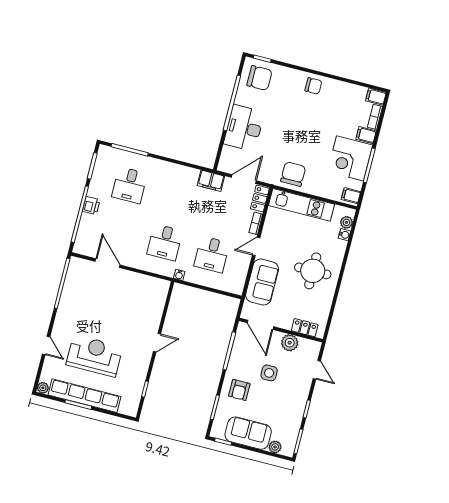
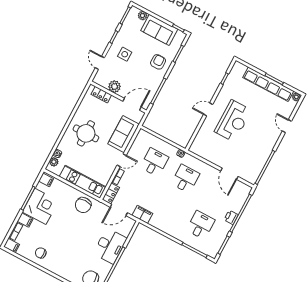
chair: (313, 86) -> (41, 253), moved
door: (260, 325) -> (132, 104), hinge flipped
reception desk: (94, 356) -> (233, 121), moved, turned -90
side table: (269, 373) -> (125, 54), moved

